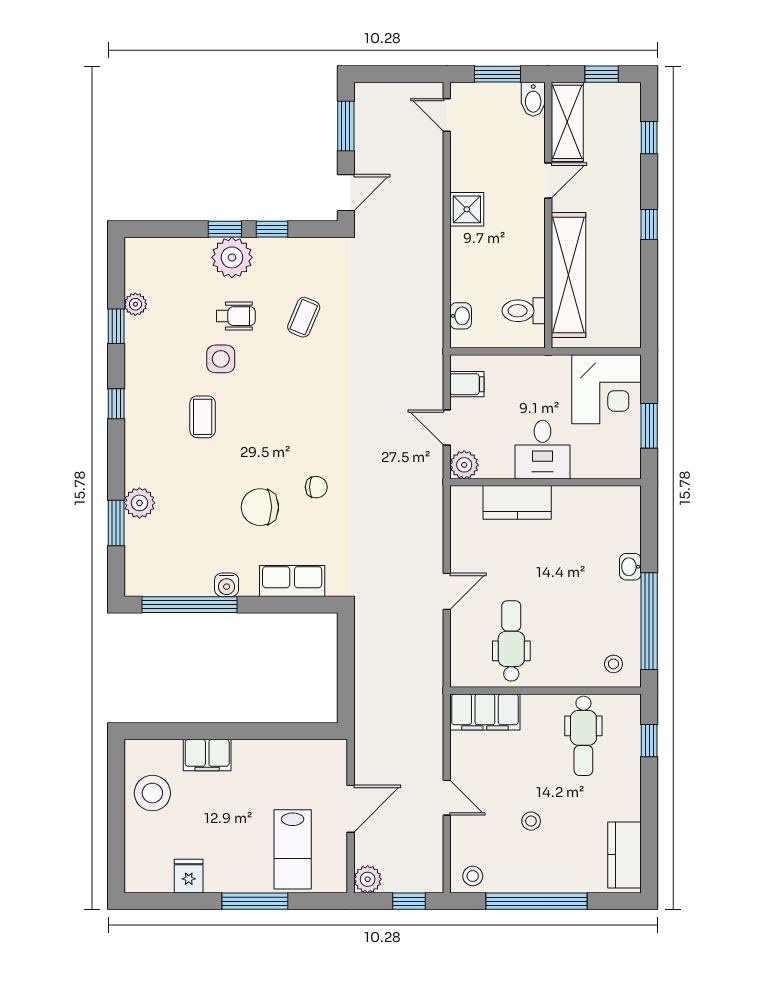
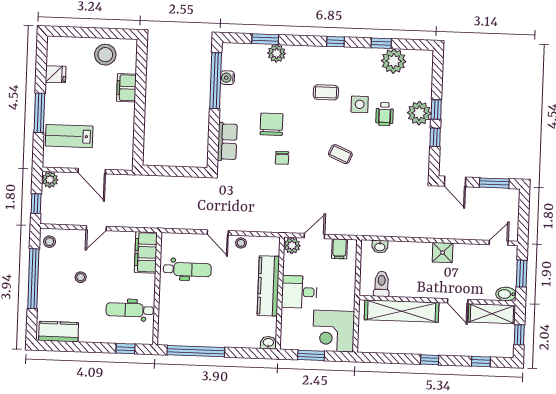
plant: (135, 304) -> (394, 61), width x1.87, depth x1.87
coffee table: (304, 317) -> (340, 154), moved
kitchen counter: (517, 502) -> (268, 286), width x1.50
washbasin: (630, 567) -> (268, 343), moved
water cooler: (227, 585) -> (227, 78), moved
stool: (613, 664) -> (241, 243), moved

